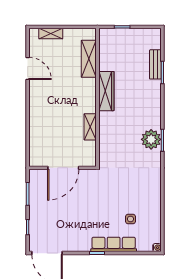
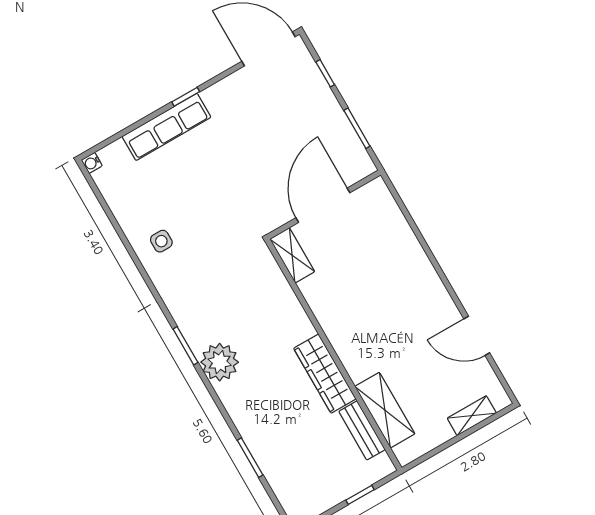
bench: (155, 64) -> (362, 430), moved
shelving: (90, 127) -> (292, 255), moved
plant: (151, 139) -> (220, 362), moved
side table: (130, 219) -> (161, 241), moved

